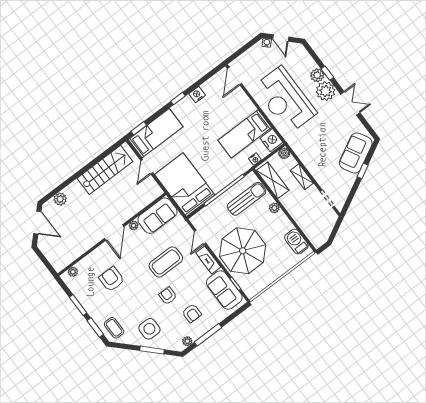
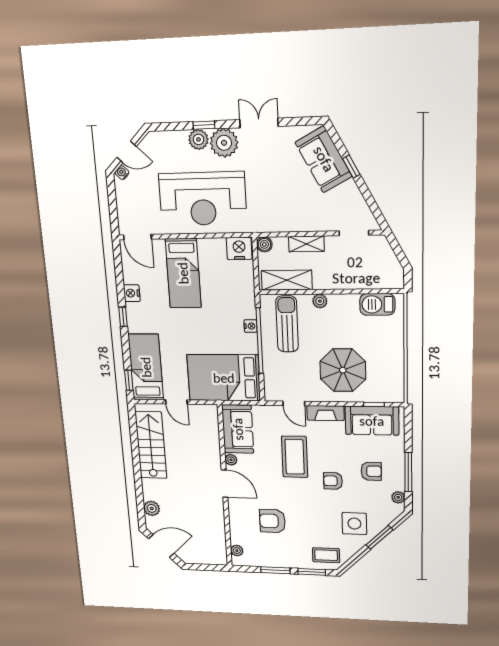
bed: (245, 134) -> (183, 273), moved
nightstand: (255, 159) -> (250, 326), moved
parasol: (243, 251) -> (343, 370), width x0.73, depth x0.73

